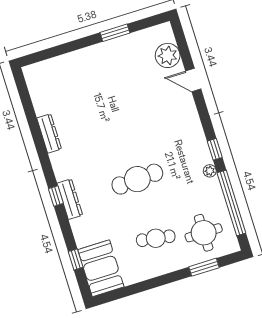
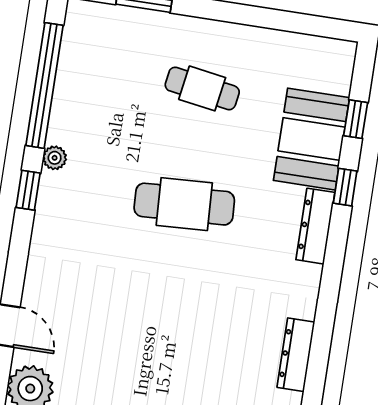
window: (56, 196) -> (345, 187), moved
round table: (204, 233) -> (116, 58), removed
booth: (101, 268) -> (311, 139), moved

